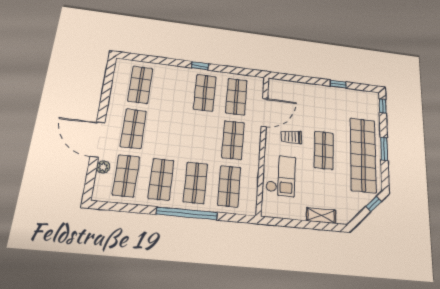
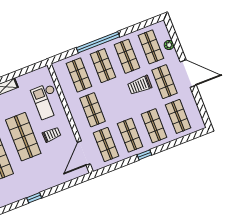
shop shelf: (173, 89) -> (154, 126), added
door: (264, 113) -> (84, 153), moved
door: (98, 139) -> (188, 73), moved
trolley: (164, 139) -> (140, 85), added
shop shelf: (324, 150) -> (23, 137), width x1.43, depth x1.36

